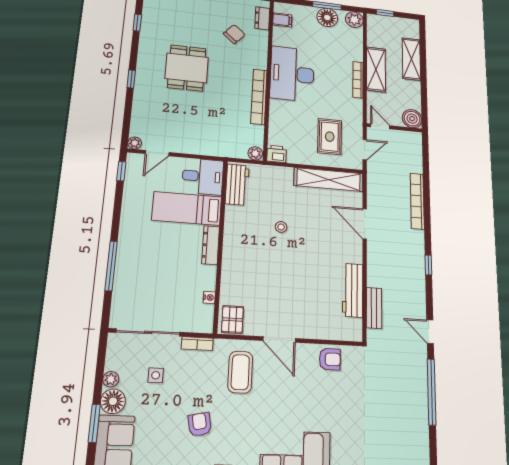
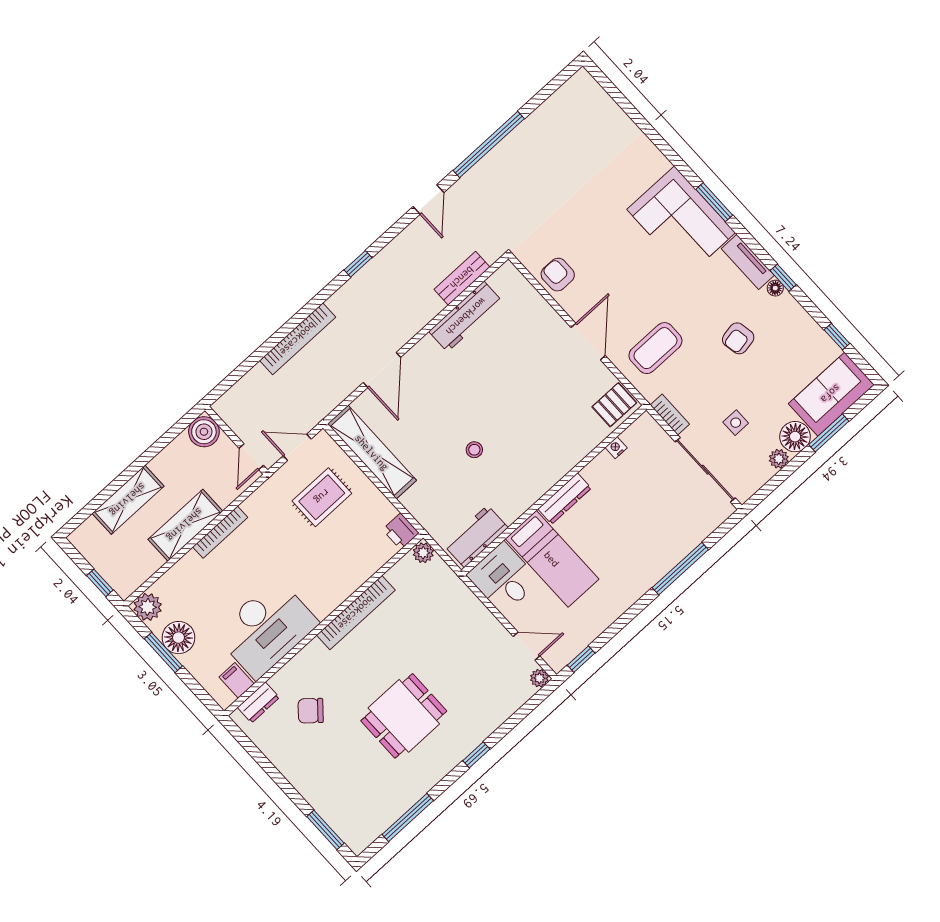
window: (137, 23) -> (408, 817), width x2.17
desk: (292, 74) -> (266, 628), moved

